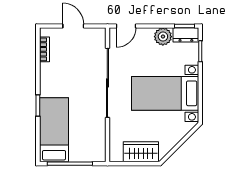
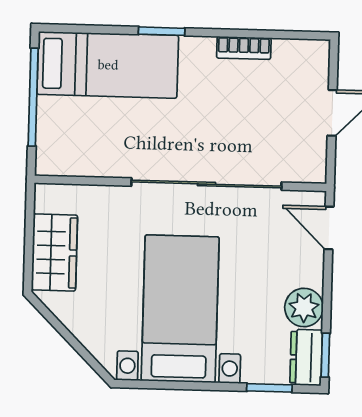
bookcase: (44, 49) -> (244, 48), moved

